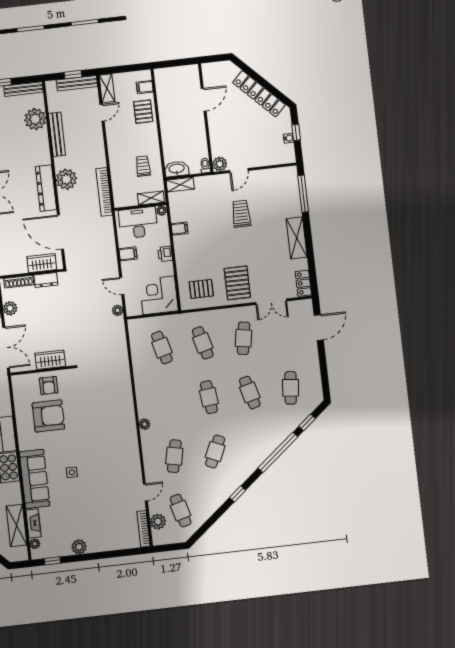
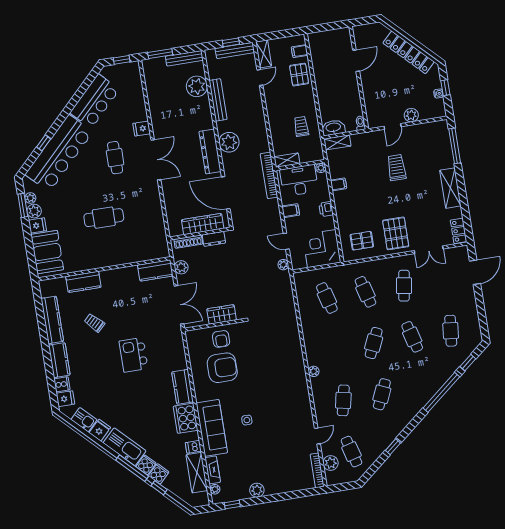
plant: (220, 164) -> (411, 115), moved
bookcase: (104, 192) -> (269, 175), moved
shelving: (151, 198) -> (287, 160), moved
wardrobe: (42, 263) -> (203, 224), width x1.50
cafe table: (209, 397) -> (374, 343), turned 30
window: (238, 494) -> (393, 447), moved
dishwasher: (14, 498) -> (193, 447), added

